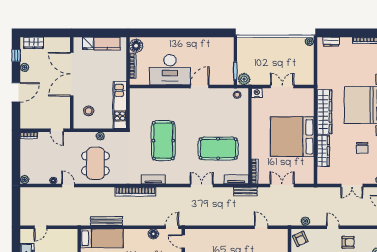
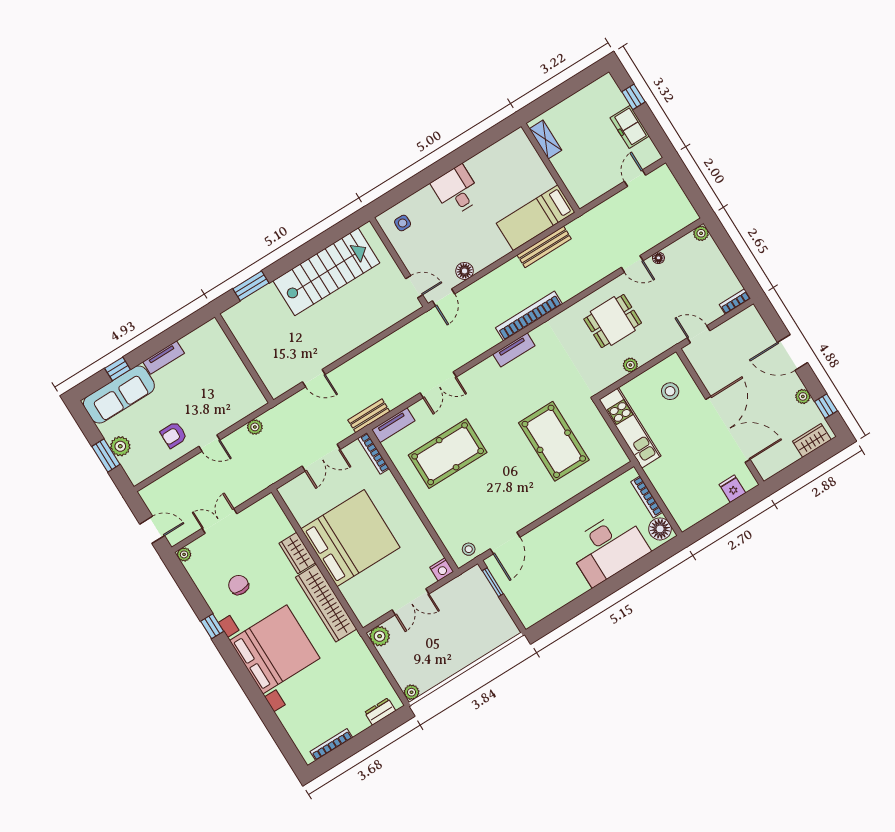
kitchen counter: (107, 44) -> (704, 506), removed
desk: (170, 70) -> (608, 548), moved, turned 180
plant: (244, 79) -> (380, 636), moved
door: (200, 87) -> (505, 543), moved
door: (16, 92) -> (793, 352), hinge flipped
pool table: (163, 141) -> (554, 441), moved
wardrobe: (323, 151) -> (297, 553), width x0.67
dining table: (95, 163) -> (613, 321), width x0.73
armchair: (300, 239) -> (246, 397), removed

